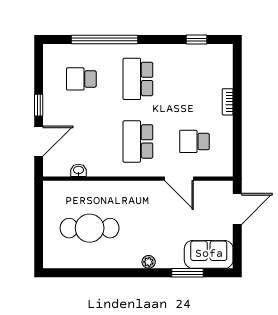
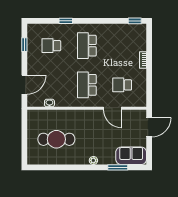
window: (104, 39) -> (66, 21), width x0.32
window: (197, 39) -> (135, 21), moved
window: (39, 105) -> (24, 45), moved

